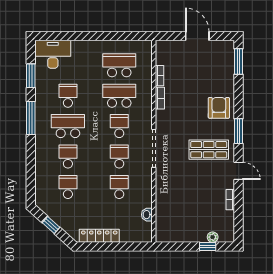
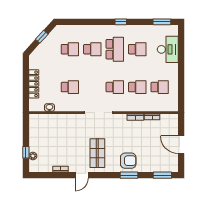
door: (197, 36) -> (181, 145), swing flipped
desk: (53, 54) -> (168, 49), moved
school desk: (119, 65) -> (160, 87), width x0.54
window: (31, 76) -> (162, 22), moved
school desk: (119, 96) -> (137, 87), width x0.54
window: (31, 118) -> (121, 22), width x0.46
window: (238, 131) -> (129, 175), moved
school desk: (119, 156) -> (92, 87), removed
locker: (99, 236) -> (34, 84), moved

